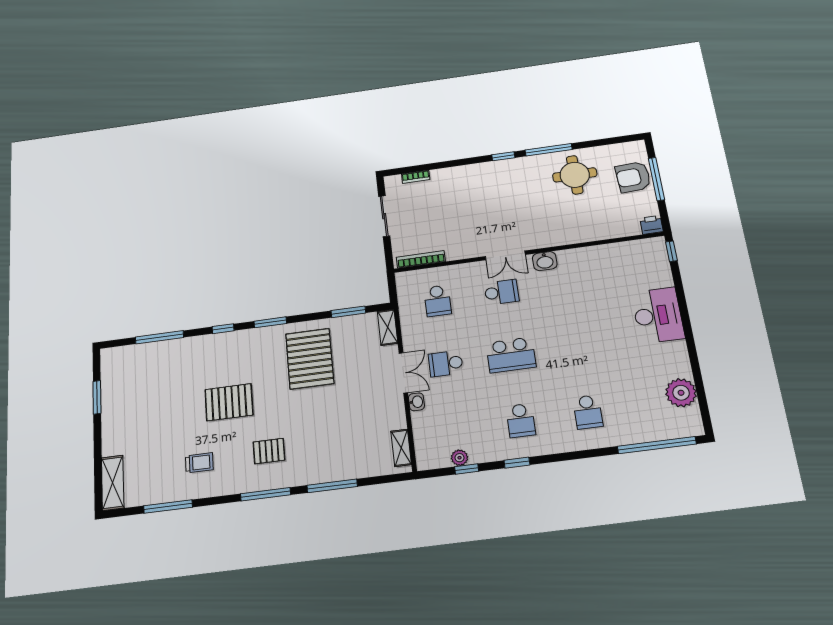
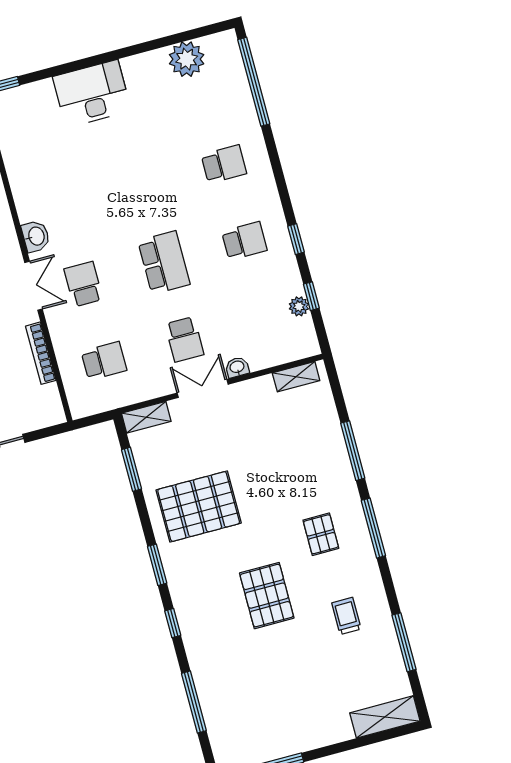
bookcase: (421, 259) -> (41, 353), moved

